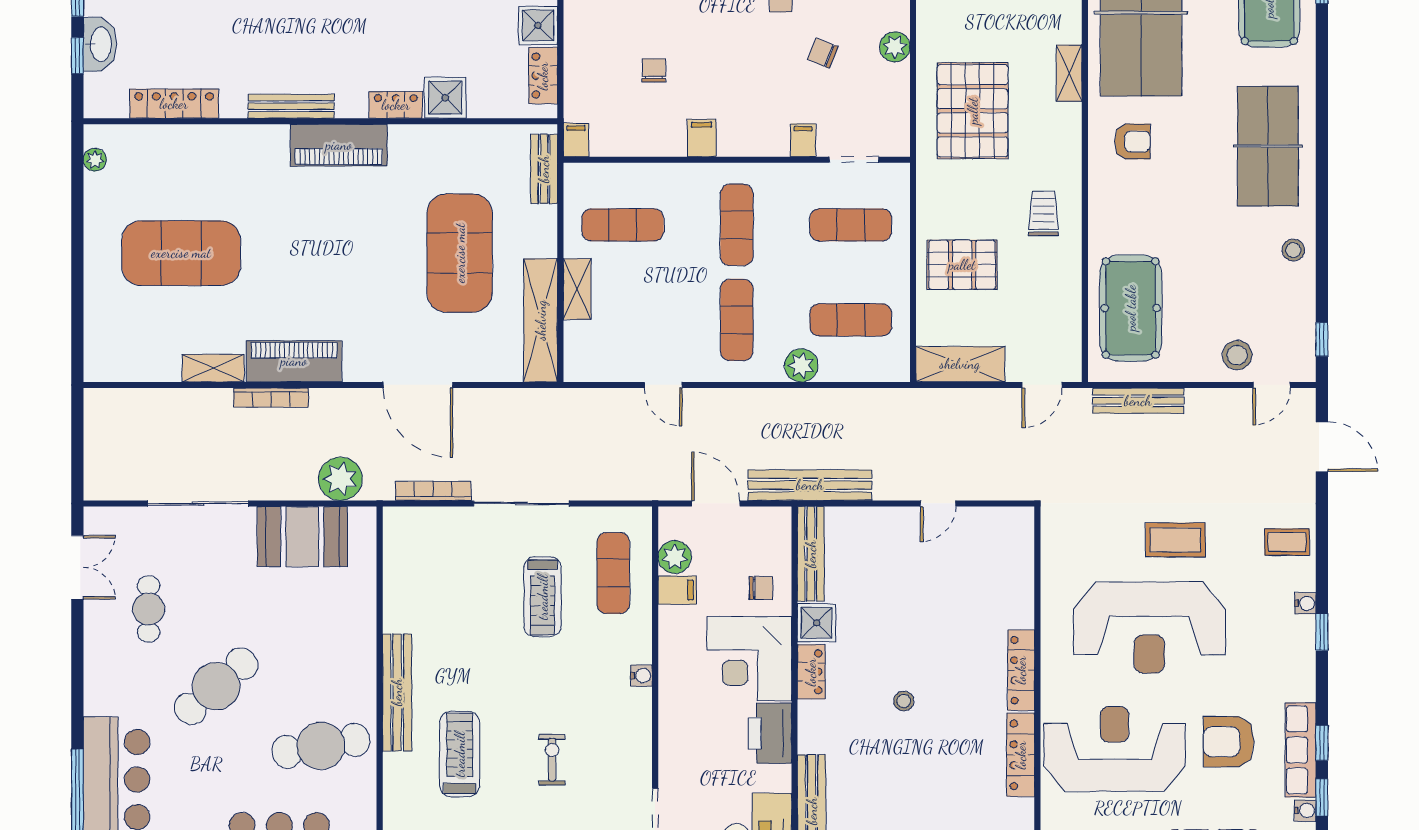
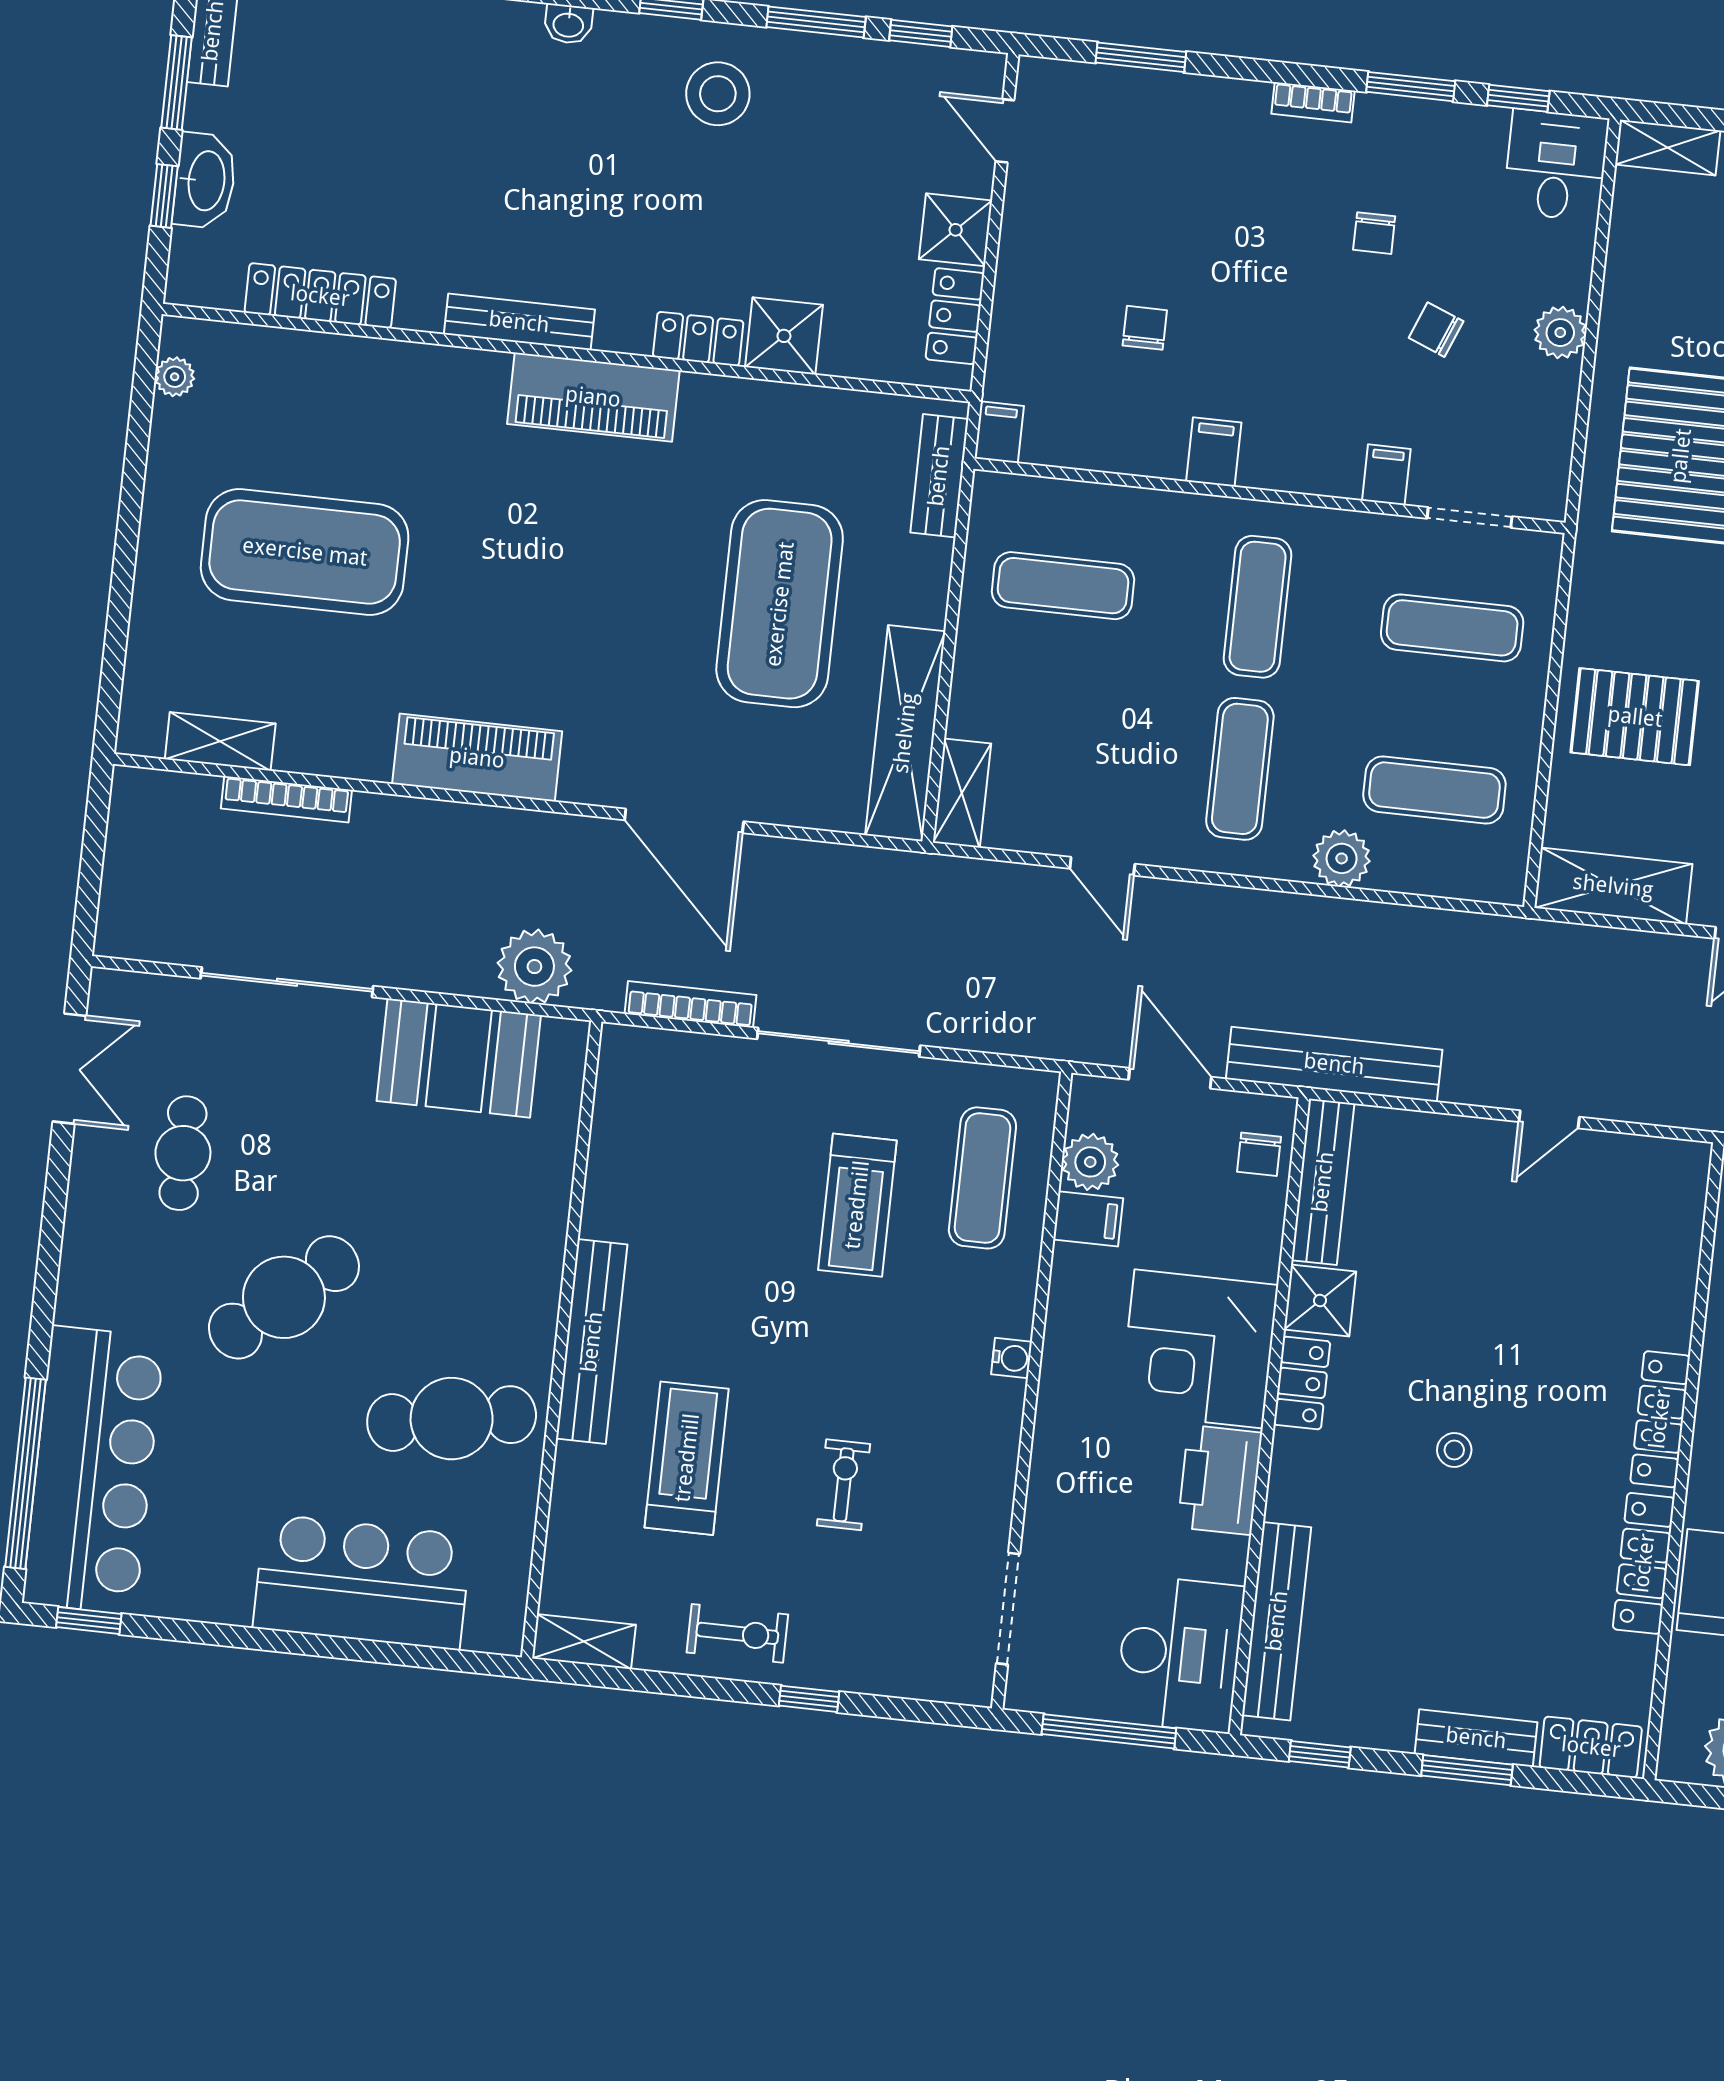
shelving: (577, 289) -> (962, 793), moved
shelving: (213, 368) -> (220, 741), moved
bookcase: (271, 398) -> (286, 799), moved
chair: (761, 588) -> (1259, 1154), moved, turned 90

